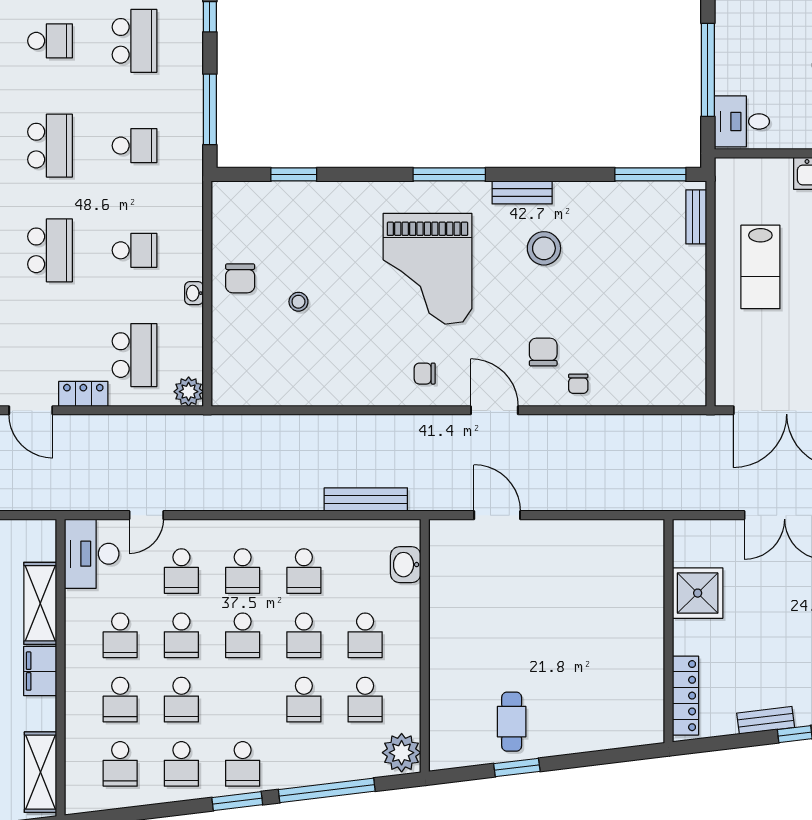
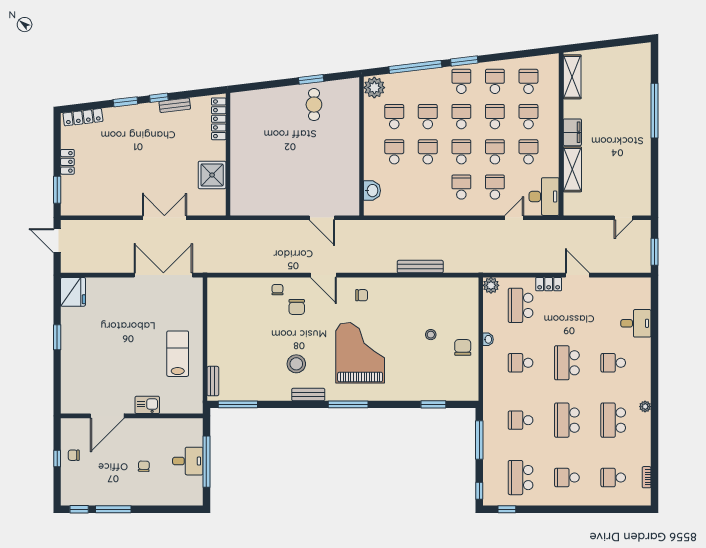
desk: (742, 121) -> (188, 461), moved
bench: (366, 499) -> (420, 267), moved
school desk: (304, 571) -> (461, 117), moved

